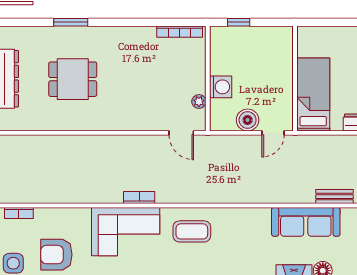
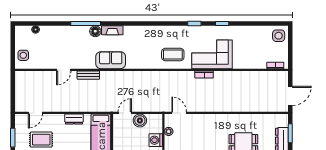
sofa: (306, 222) -> (111, 60), width x0.73
armchair: (56, 255) -> (253, 41), removed

